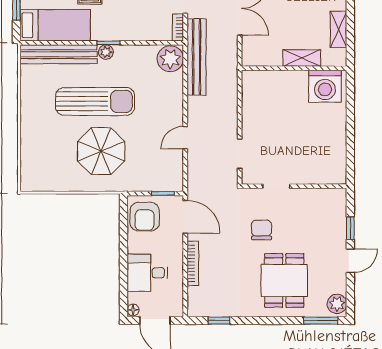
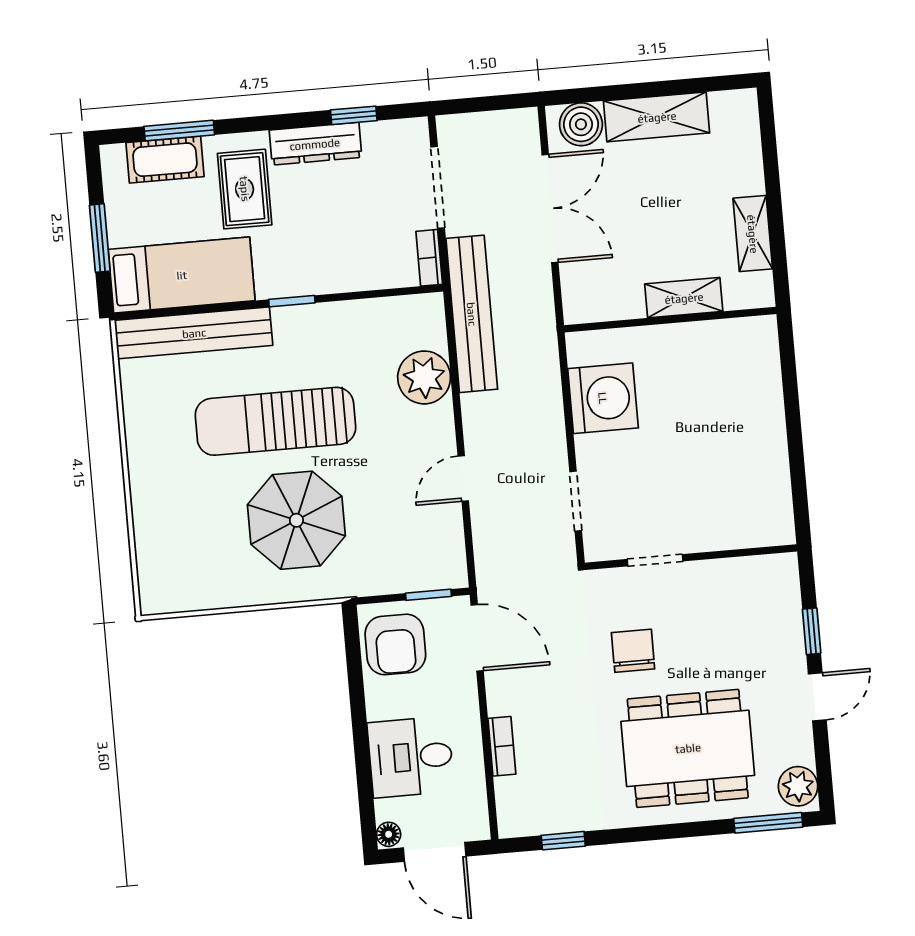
plant: (106, 52) -> (288, 320), removed
plant: (170, 59) -> (424, 377), moved
washing machine: (325, 86) -> (603, 398), moved, turned -90
sun lounger: (95, 101) -> (275, 421), turned 180
bookcase: (193, 263) -> (502, 746), width x0.64
dining table: (284, 280) -> (688, 748), width x1.38

